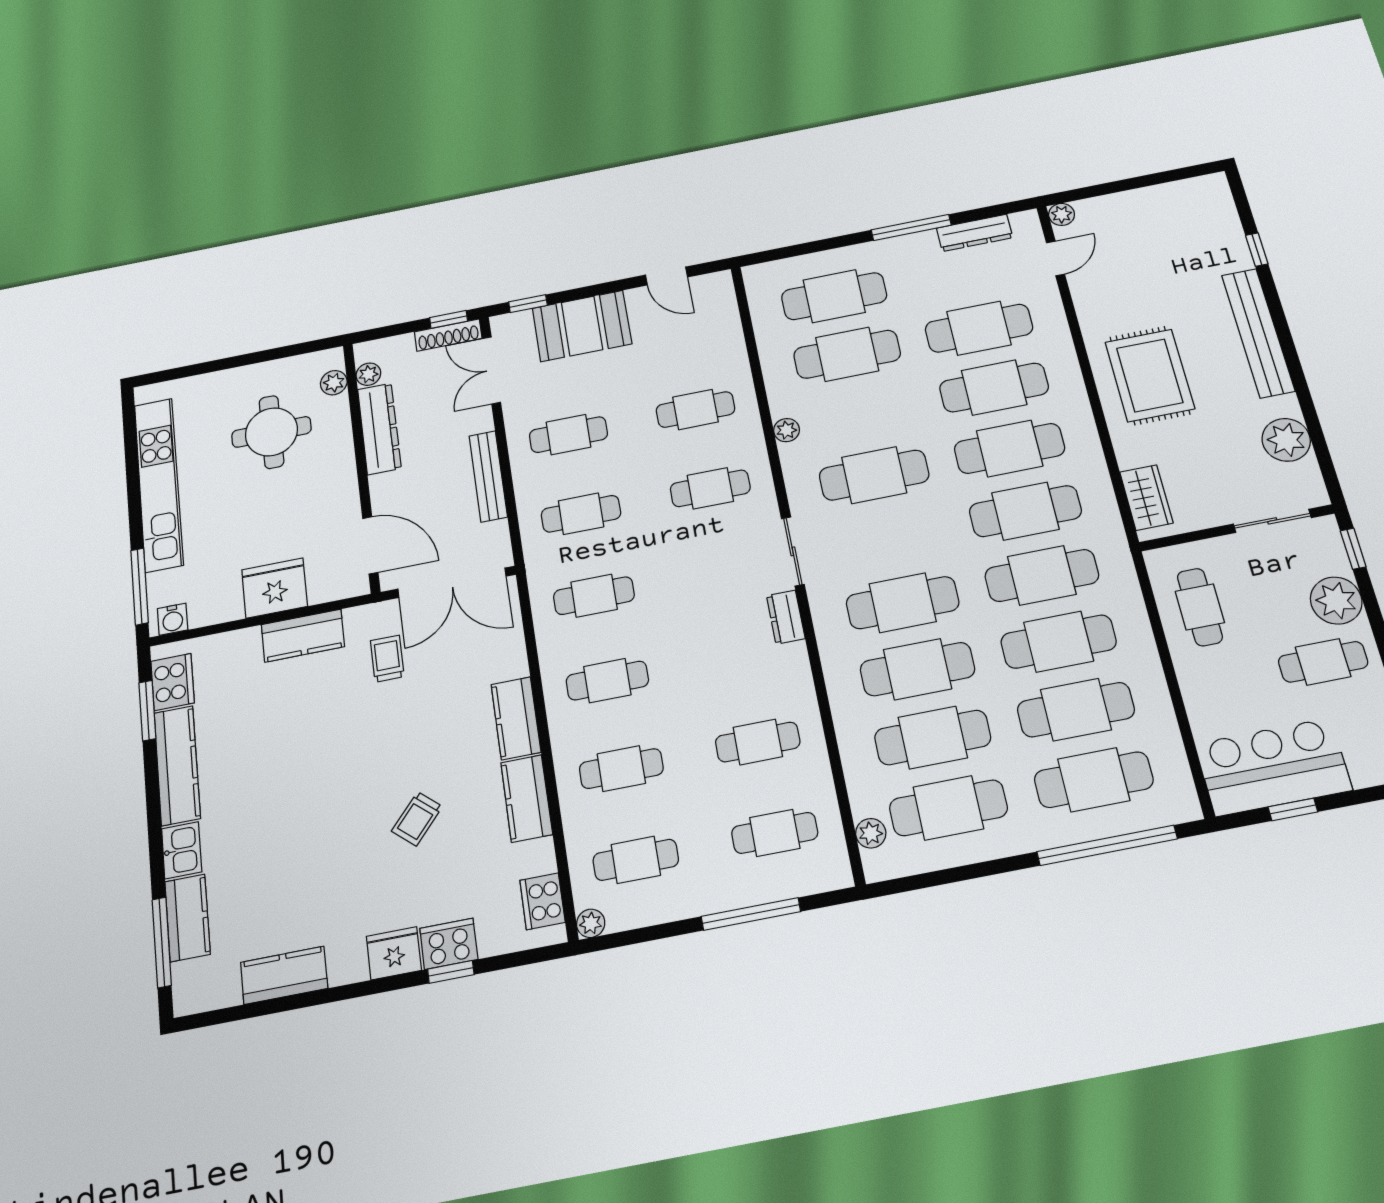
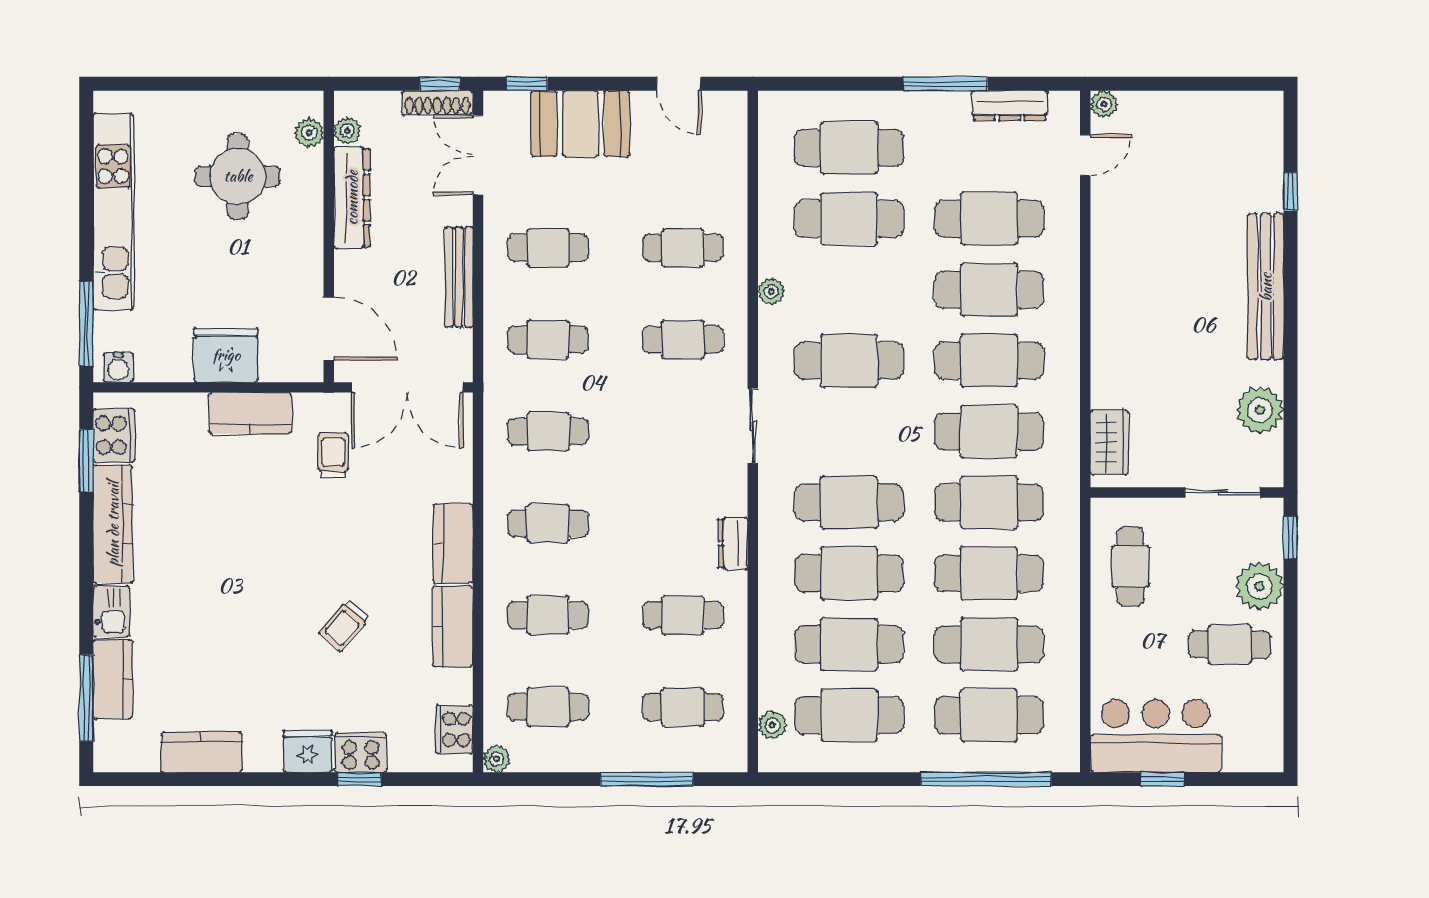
rug: (1150, 375) -> (1146, 310), removed
dresser: (786, 617) -> (733, 543), moved

